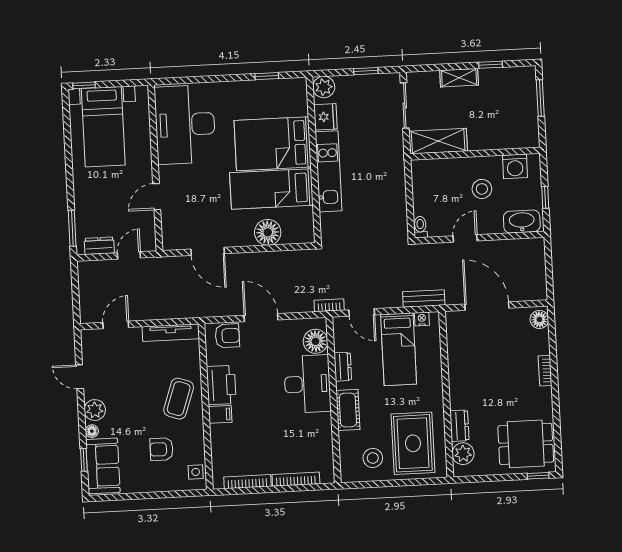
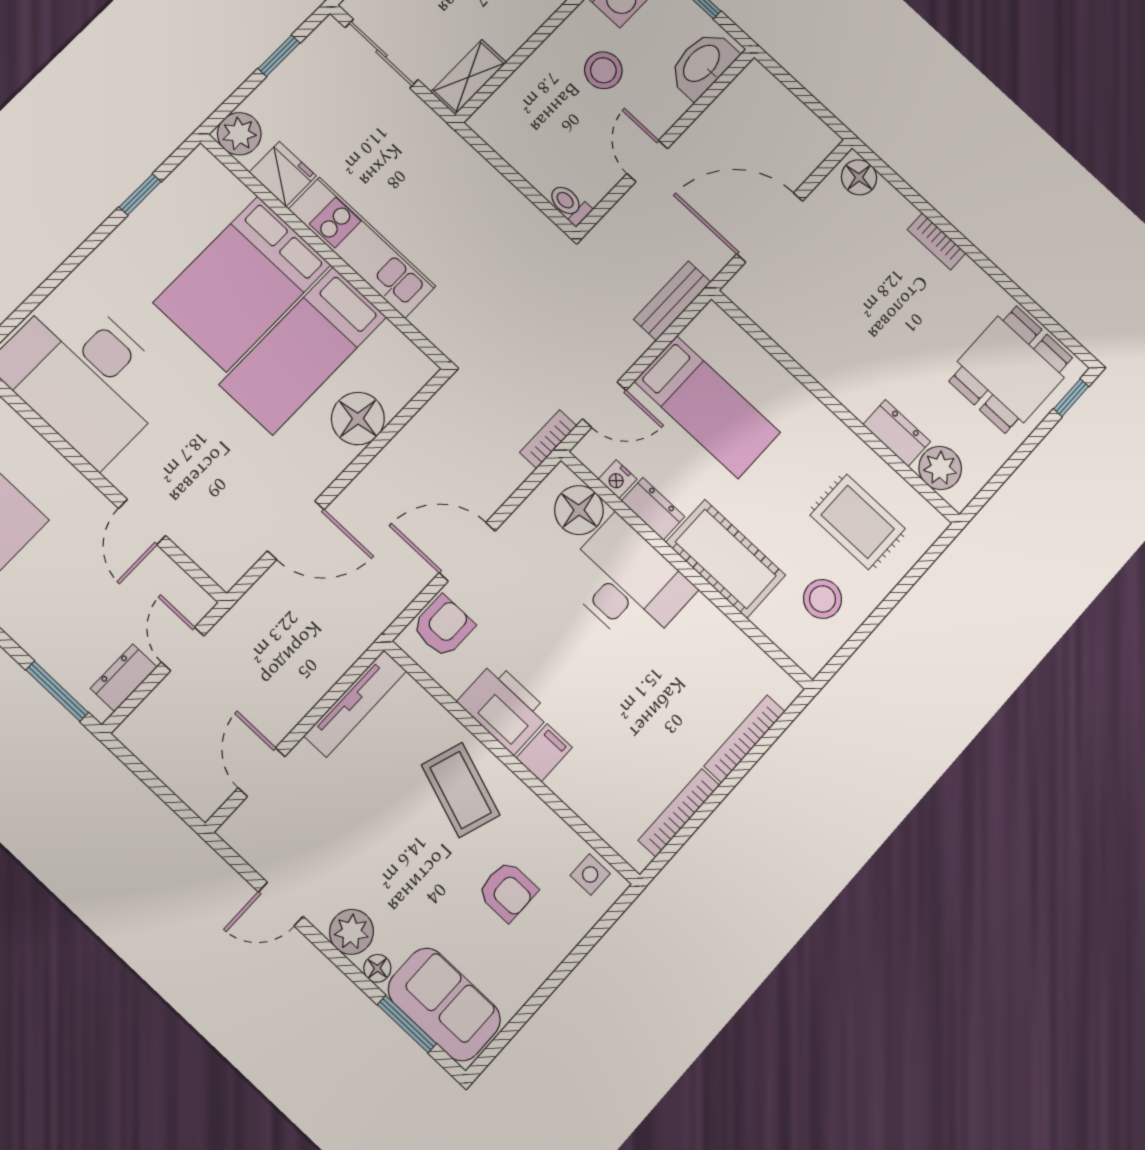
shelving: (438, 141) -> (469, 77), width x0.67, depth x0.75
nightstand: (422, 319) -> (618, 479), moved, turned -90
cot: (348, 410) -> (726, 559), width x1.37, depth x1.34
rug: (413, 443) -> (858, 522), width x0.73, depth x0.70
armchair: (162, 449) -> (508, 891), turned -90
window: (84, 460) -> (407, 1024), width x1.50

